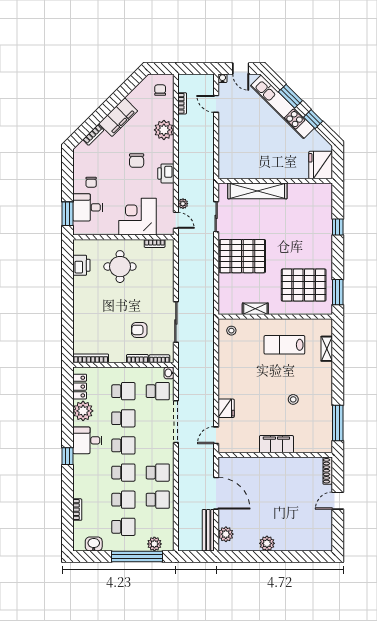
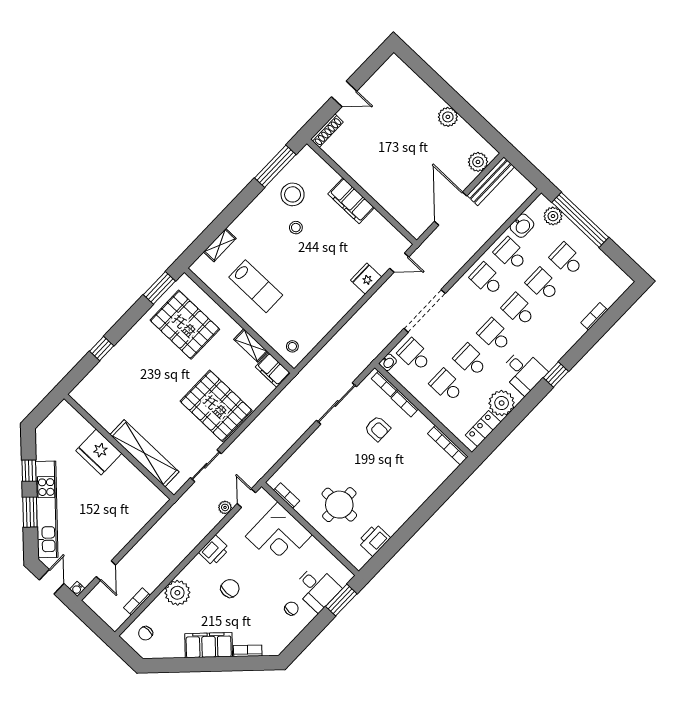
fridge: (321, 165) -> (99, 452), moved, turned 90
filing cabinet: (230, 307) -> (273, 370), added
stool: (313, 416) -> (293, 194), added
washbasin: (94, 544) -> (522, 226), moved, turned -90

